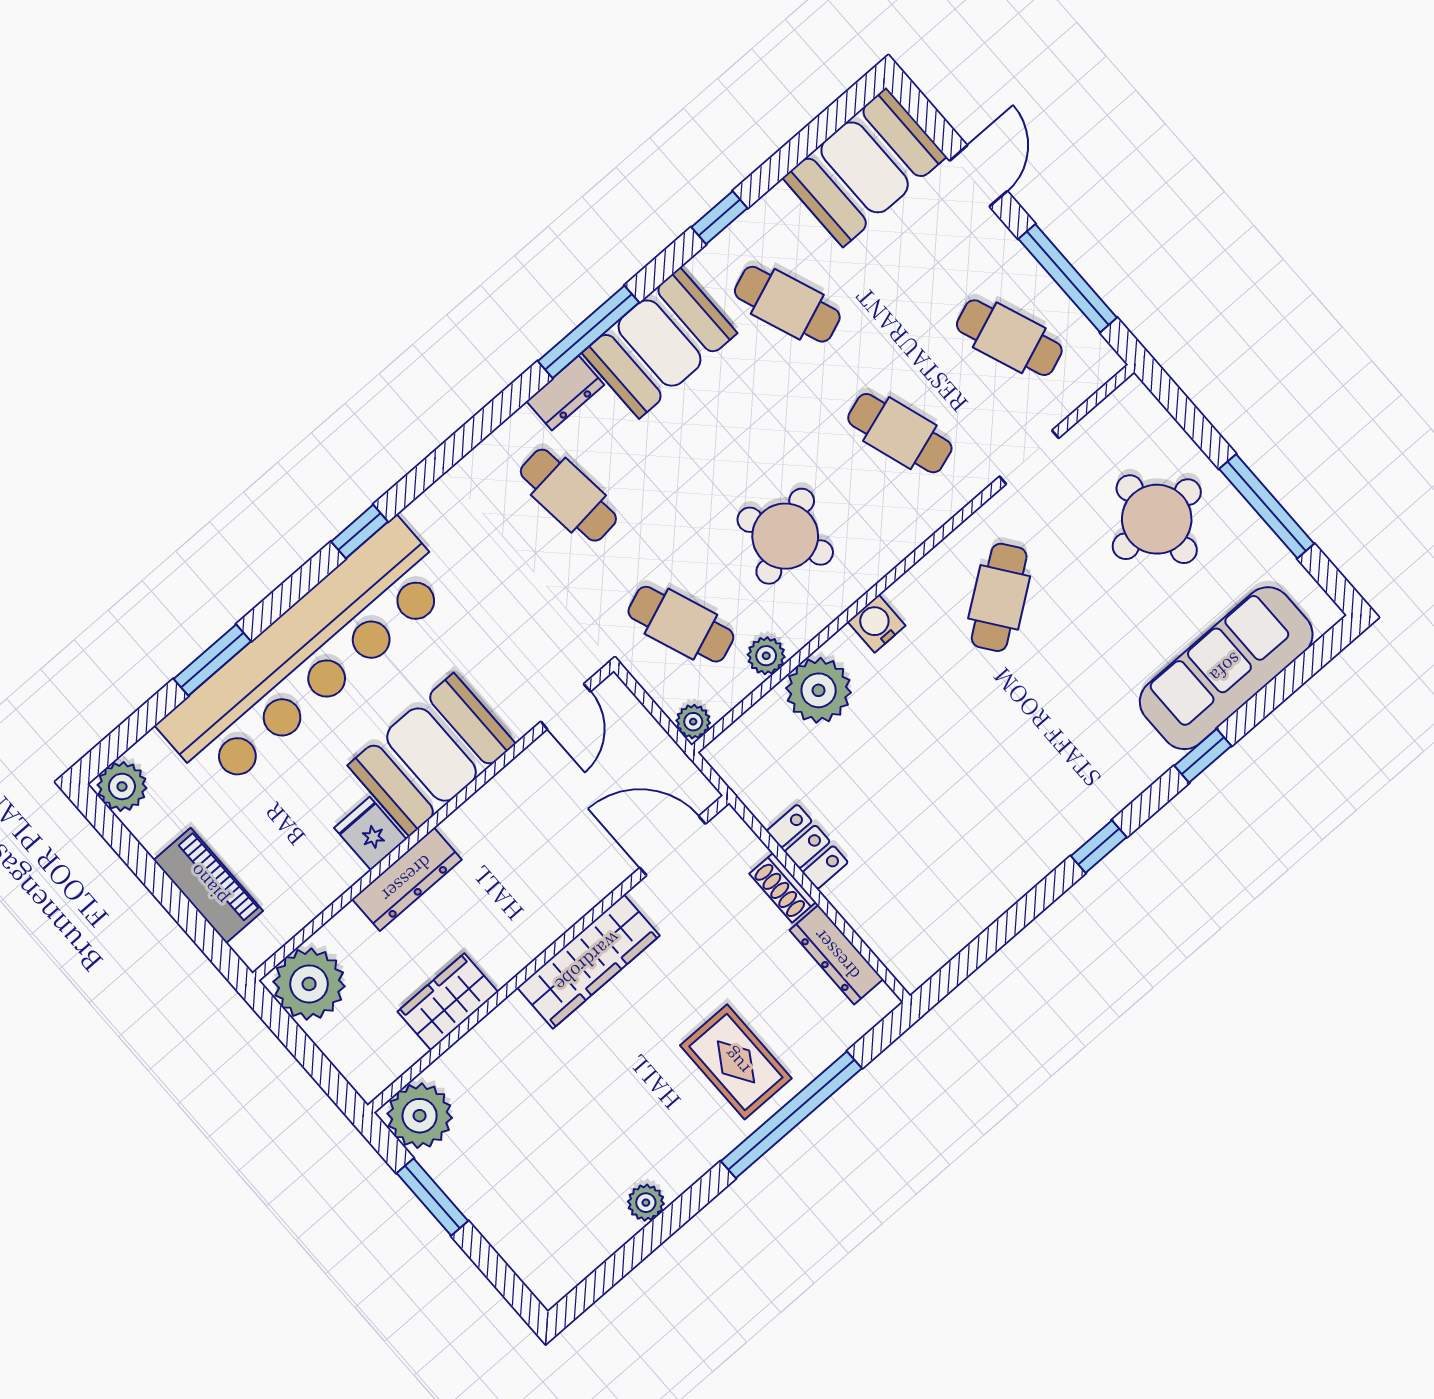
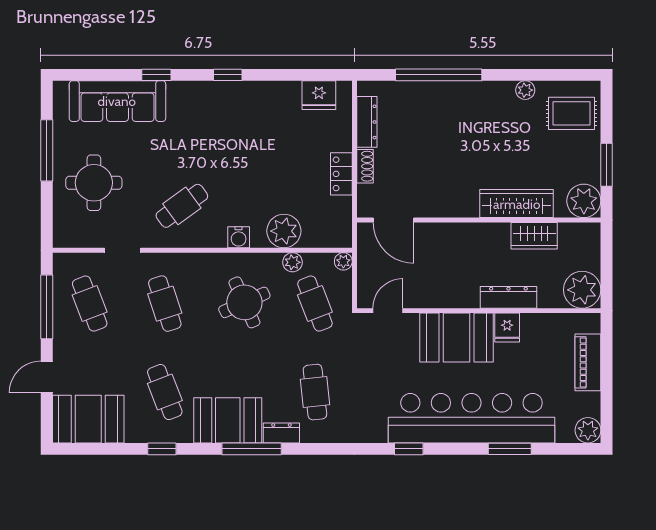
fridge: (940, 933) -> (319, 95), added
wardrobe: (588, 962) -> (517, 204), moved
rug: (736, 1062) -> (572, 113), moved, turned 90

